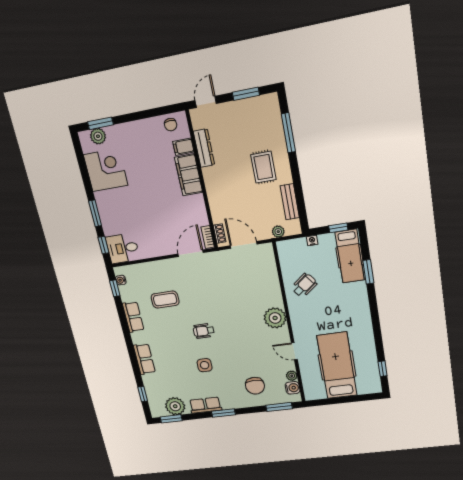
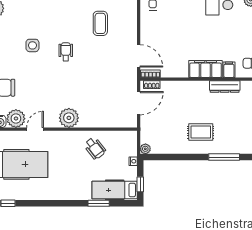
bench: (290, 202) -> (169, 148), removed
plant: (278, 232) -> (145, 149), moved
plant: (292, 376) -> (16, 119), width x1.87, depth x1.87

